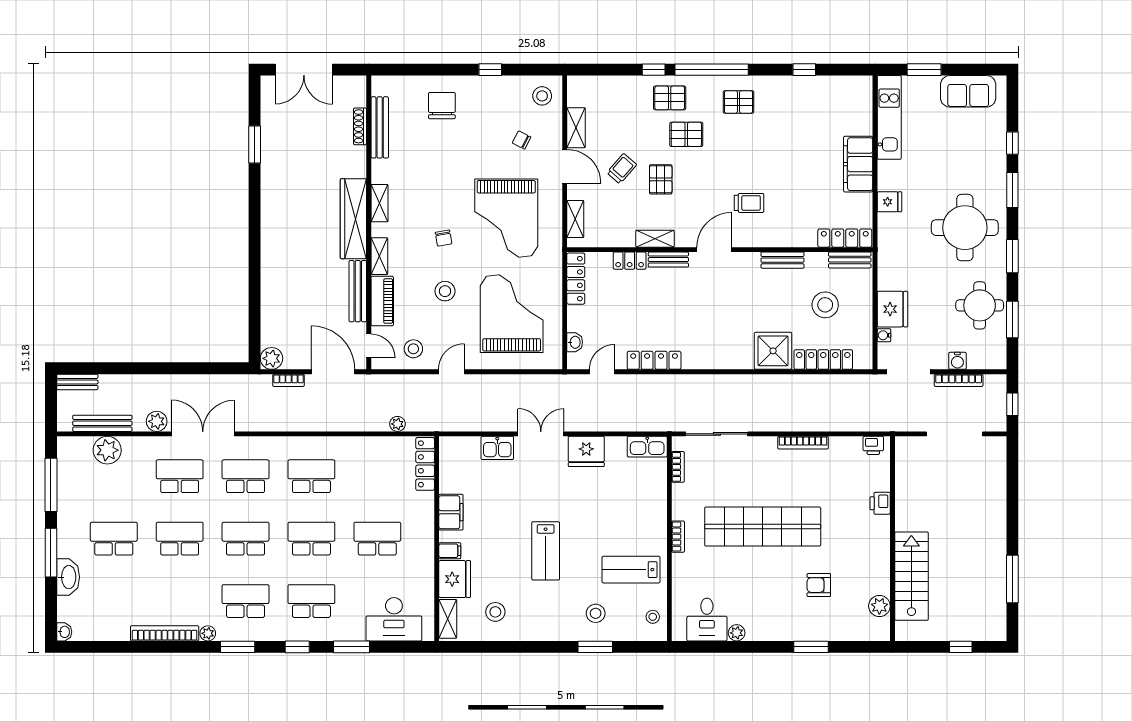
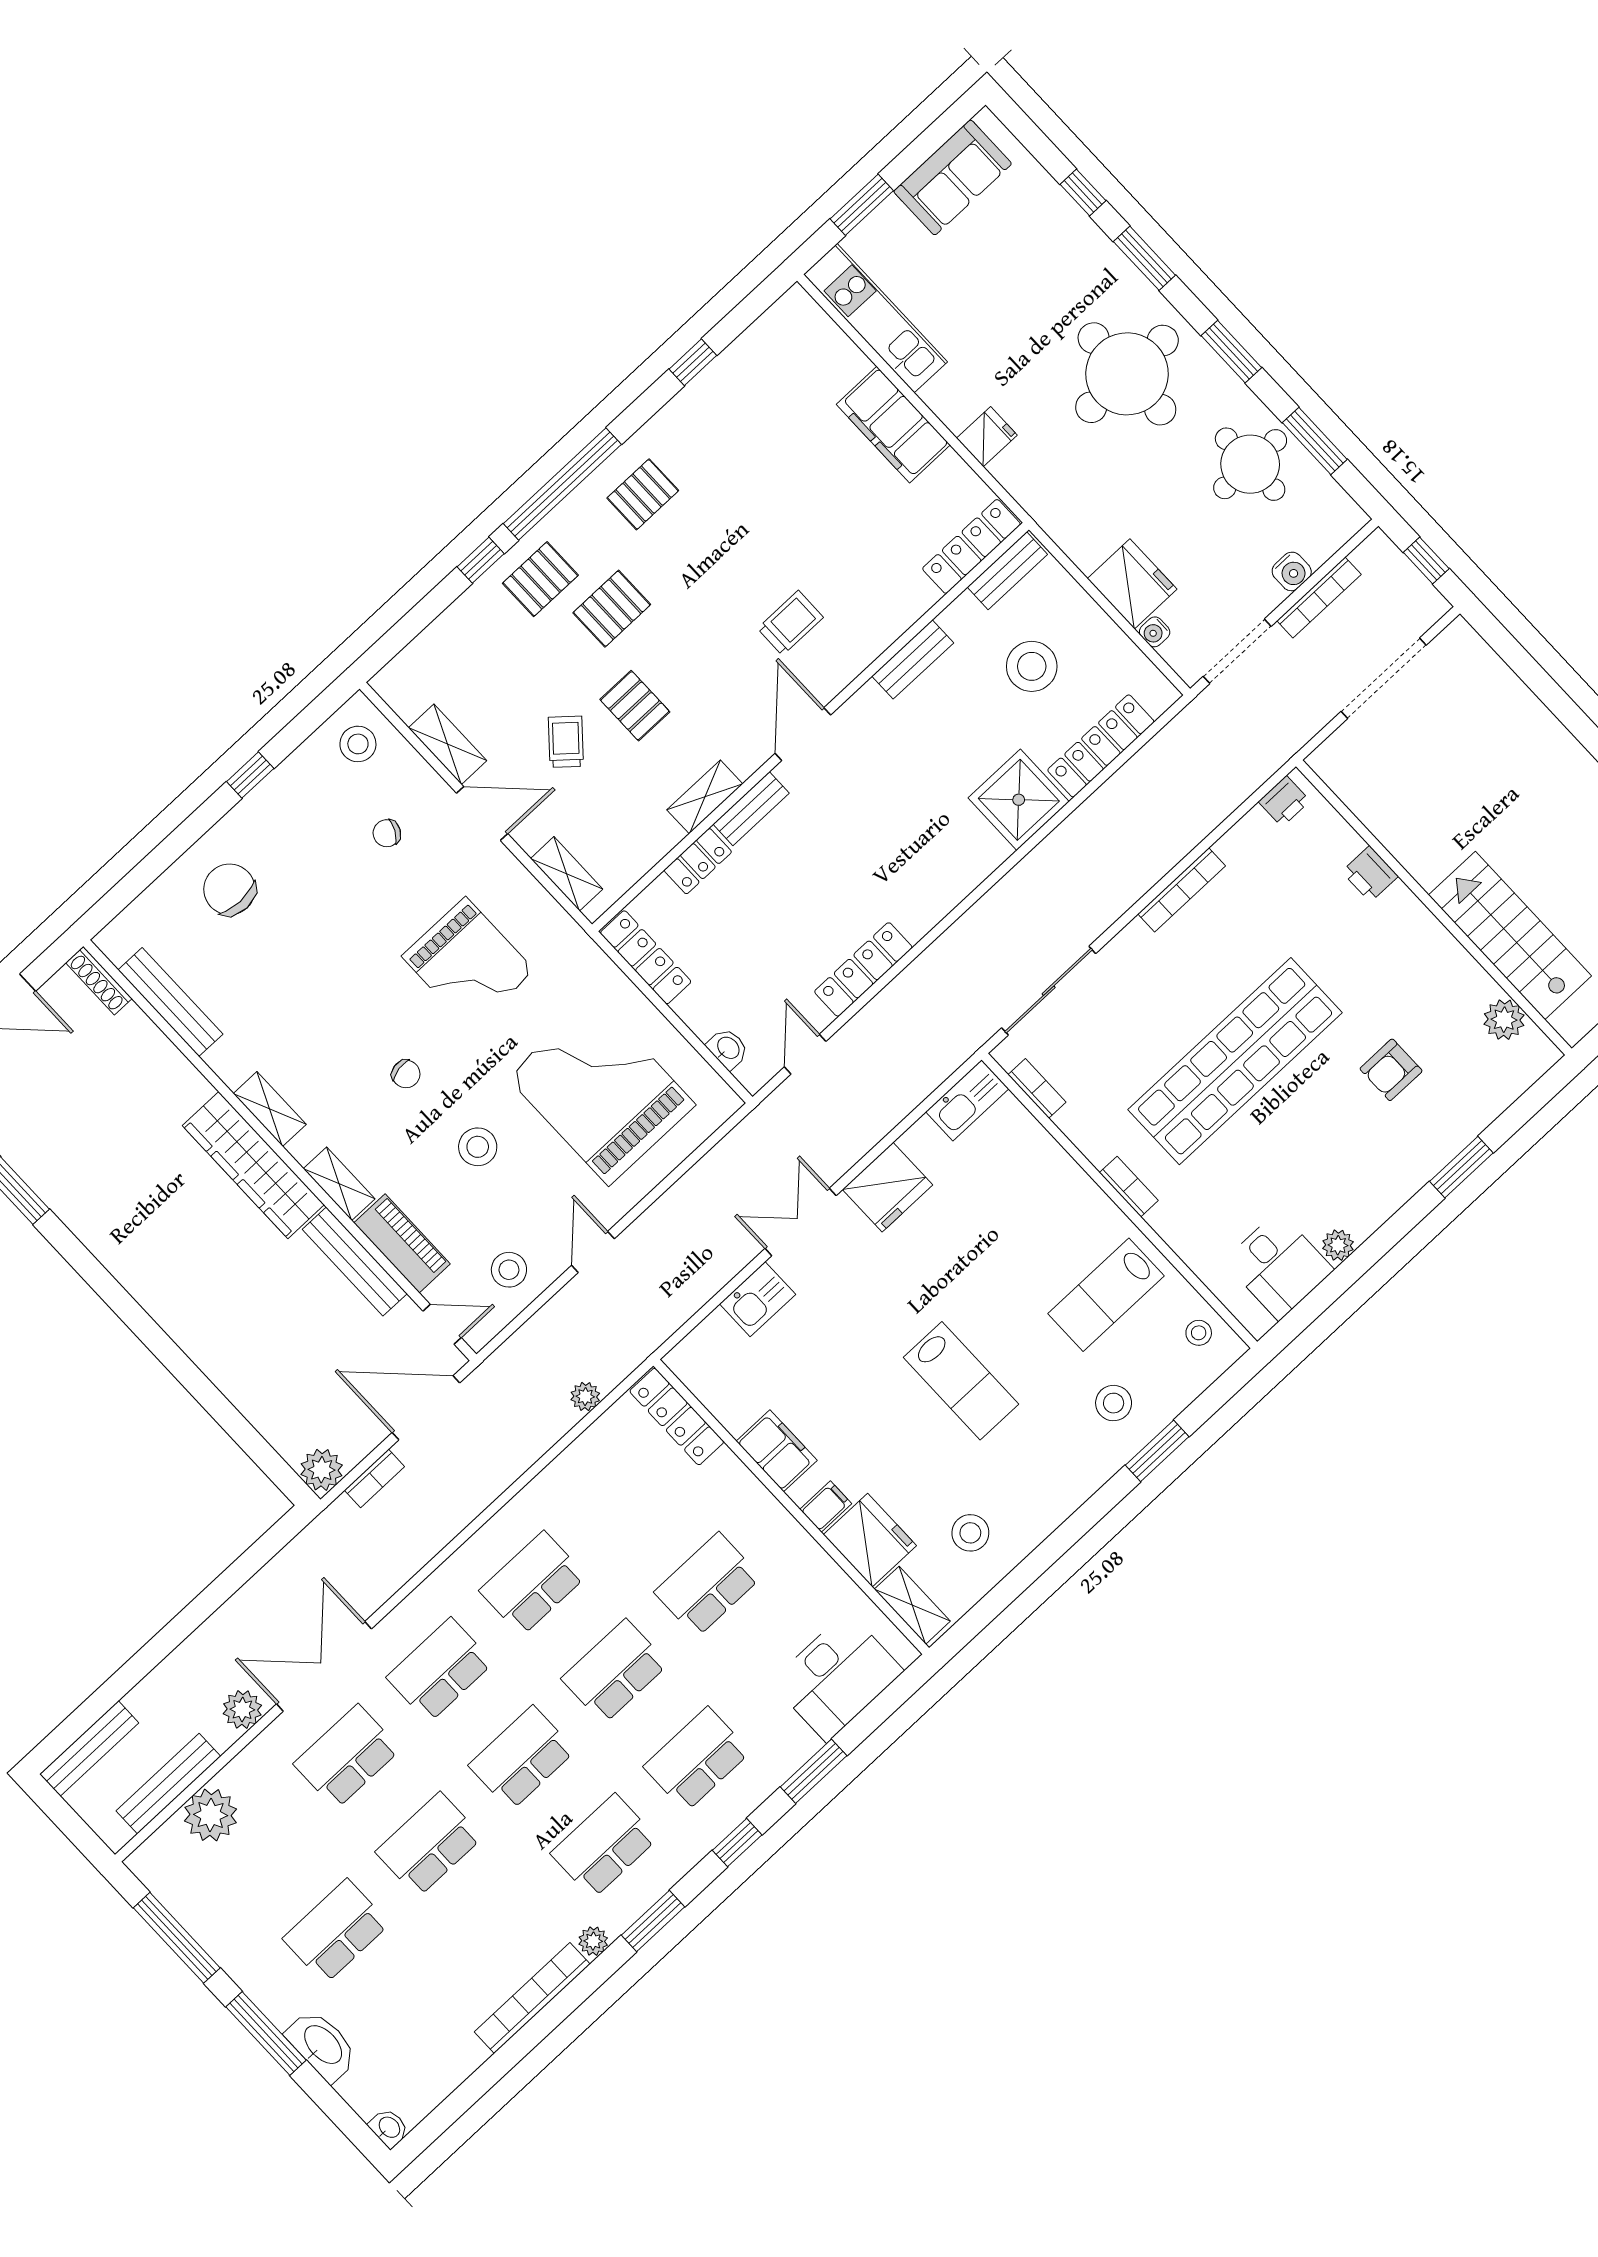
shoe rack: (360, 126) -> (99, 981), moved
grand piano: (506, 218) -> (468, 963), width x0.73, depth x0.68
bench: (77, 382) -> (89, 1748), width x1.36

